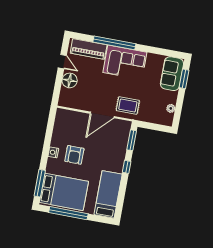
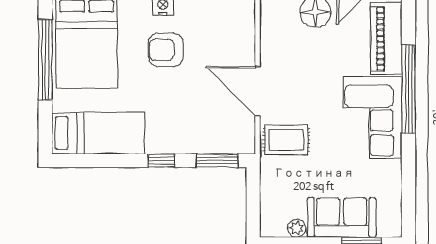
sofa: (172, 74) -> (342, 217), moved
rug: (128, 105) -> (286, 140), turned 90

